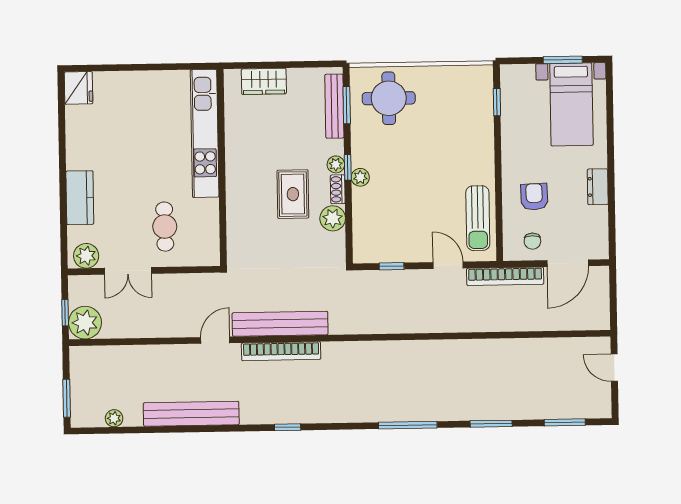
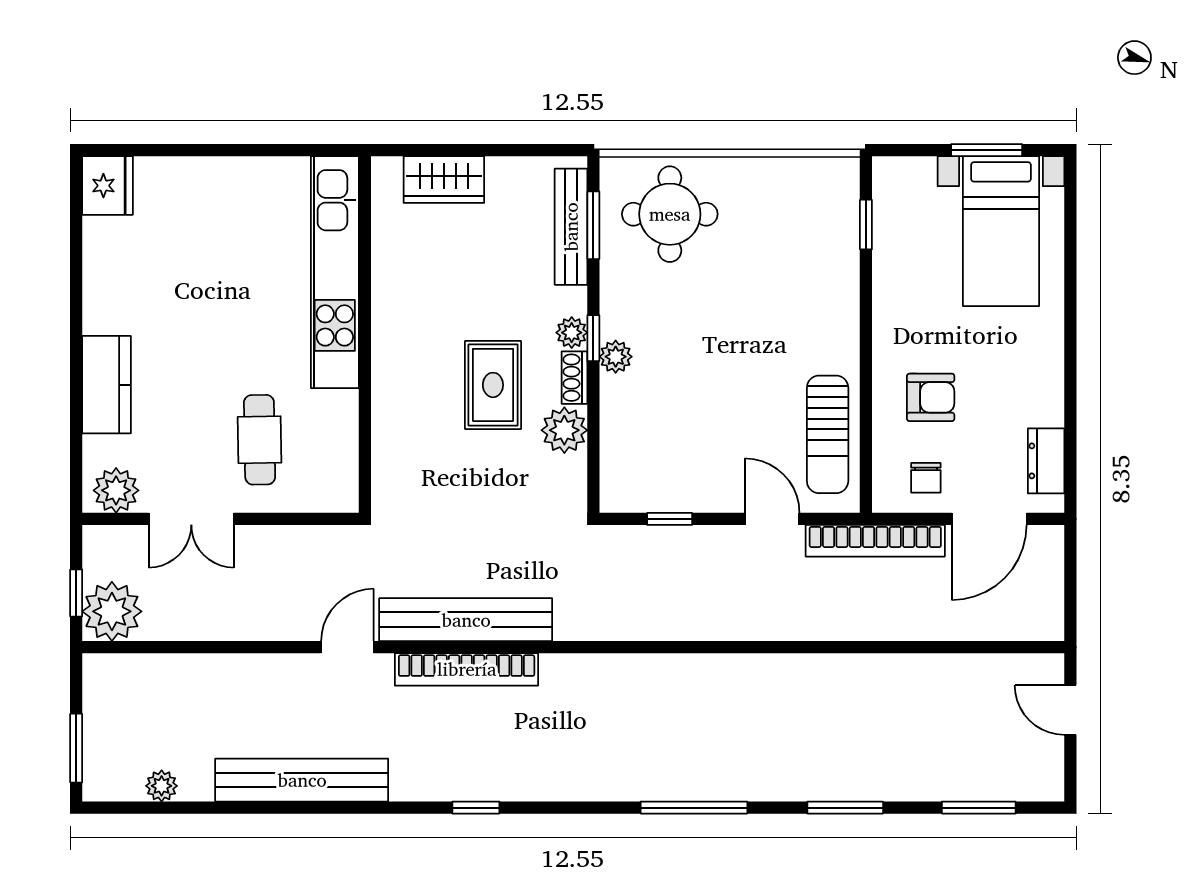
dresser: (598, 187) -> (1046, 461), moved
armchair: (534, 197) -> (931, 397), turned 92

